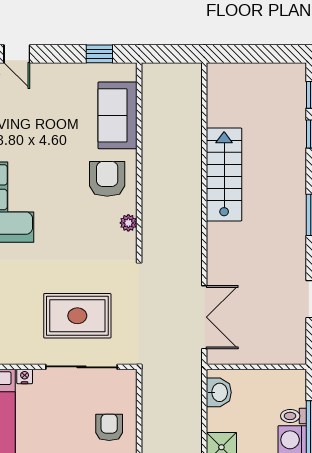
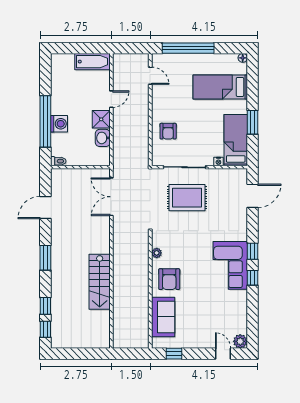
washbasin: (219, 392) -> (103, 138), moved
toilet: (294, 416) -> (58, 161), moved

